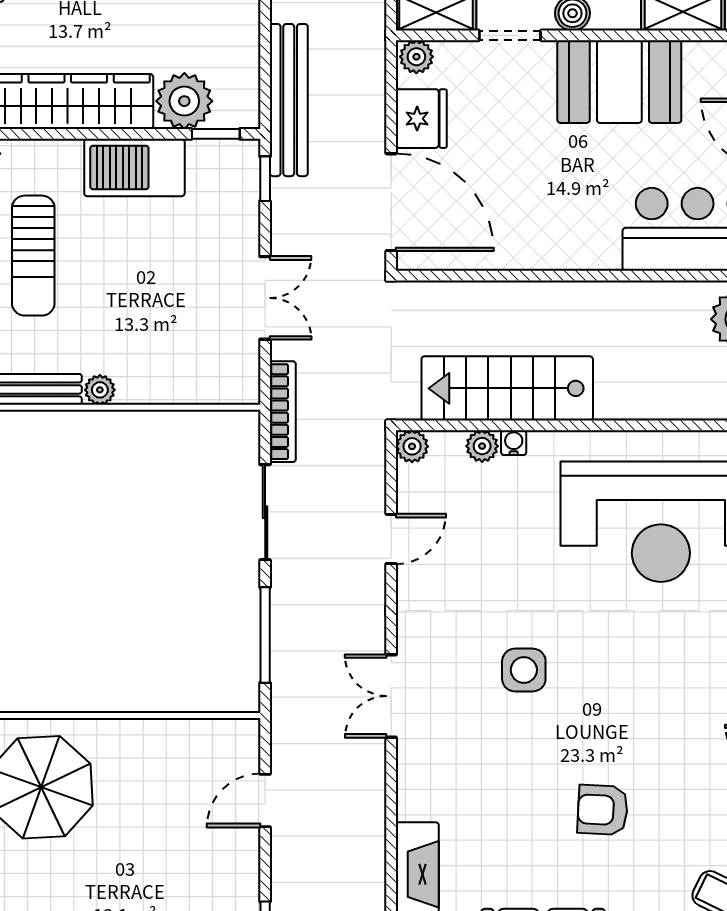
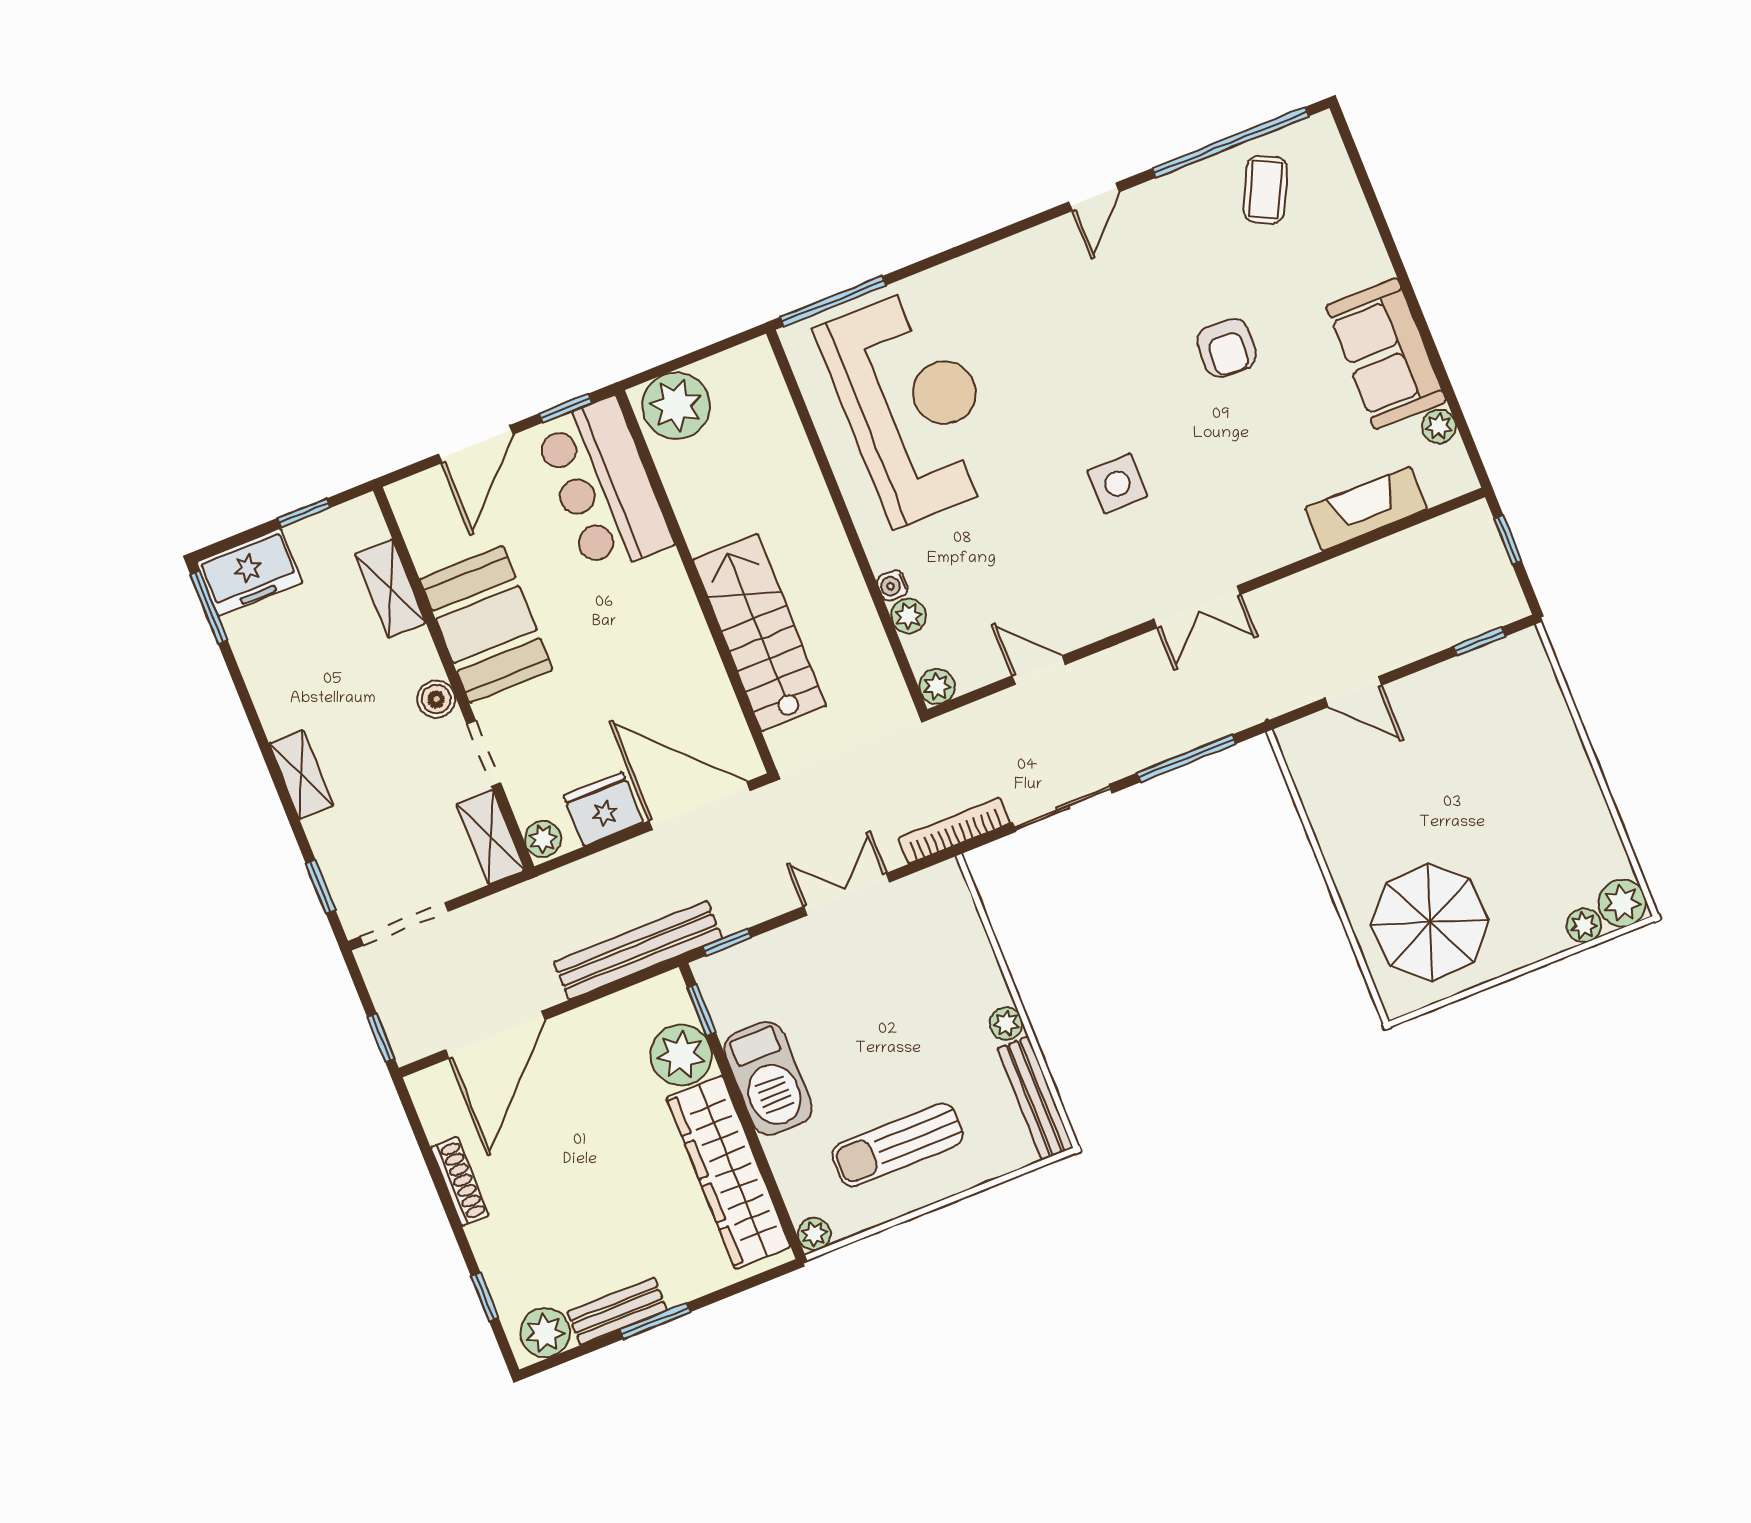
door: (391, 202) -> (700, 806), hinge flipped
sun lounger: (33, 256) -> (898, 1145), turned 180
stairs: (507, 388) -> (759, 633), moved, turned 180

